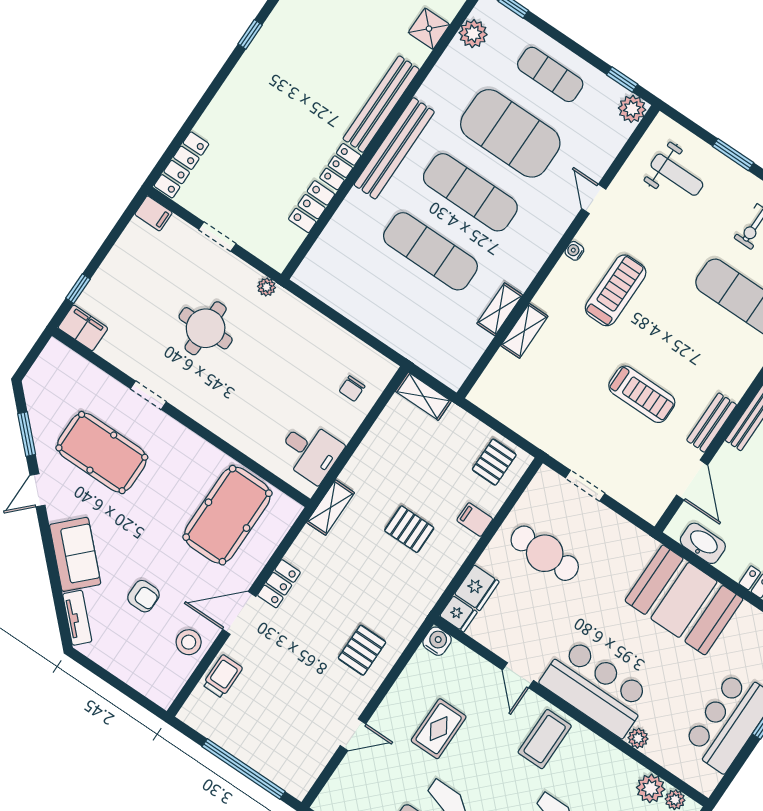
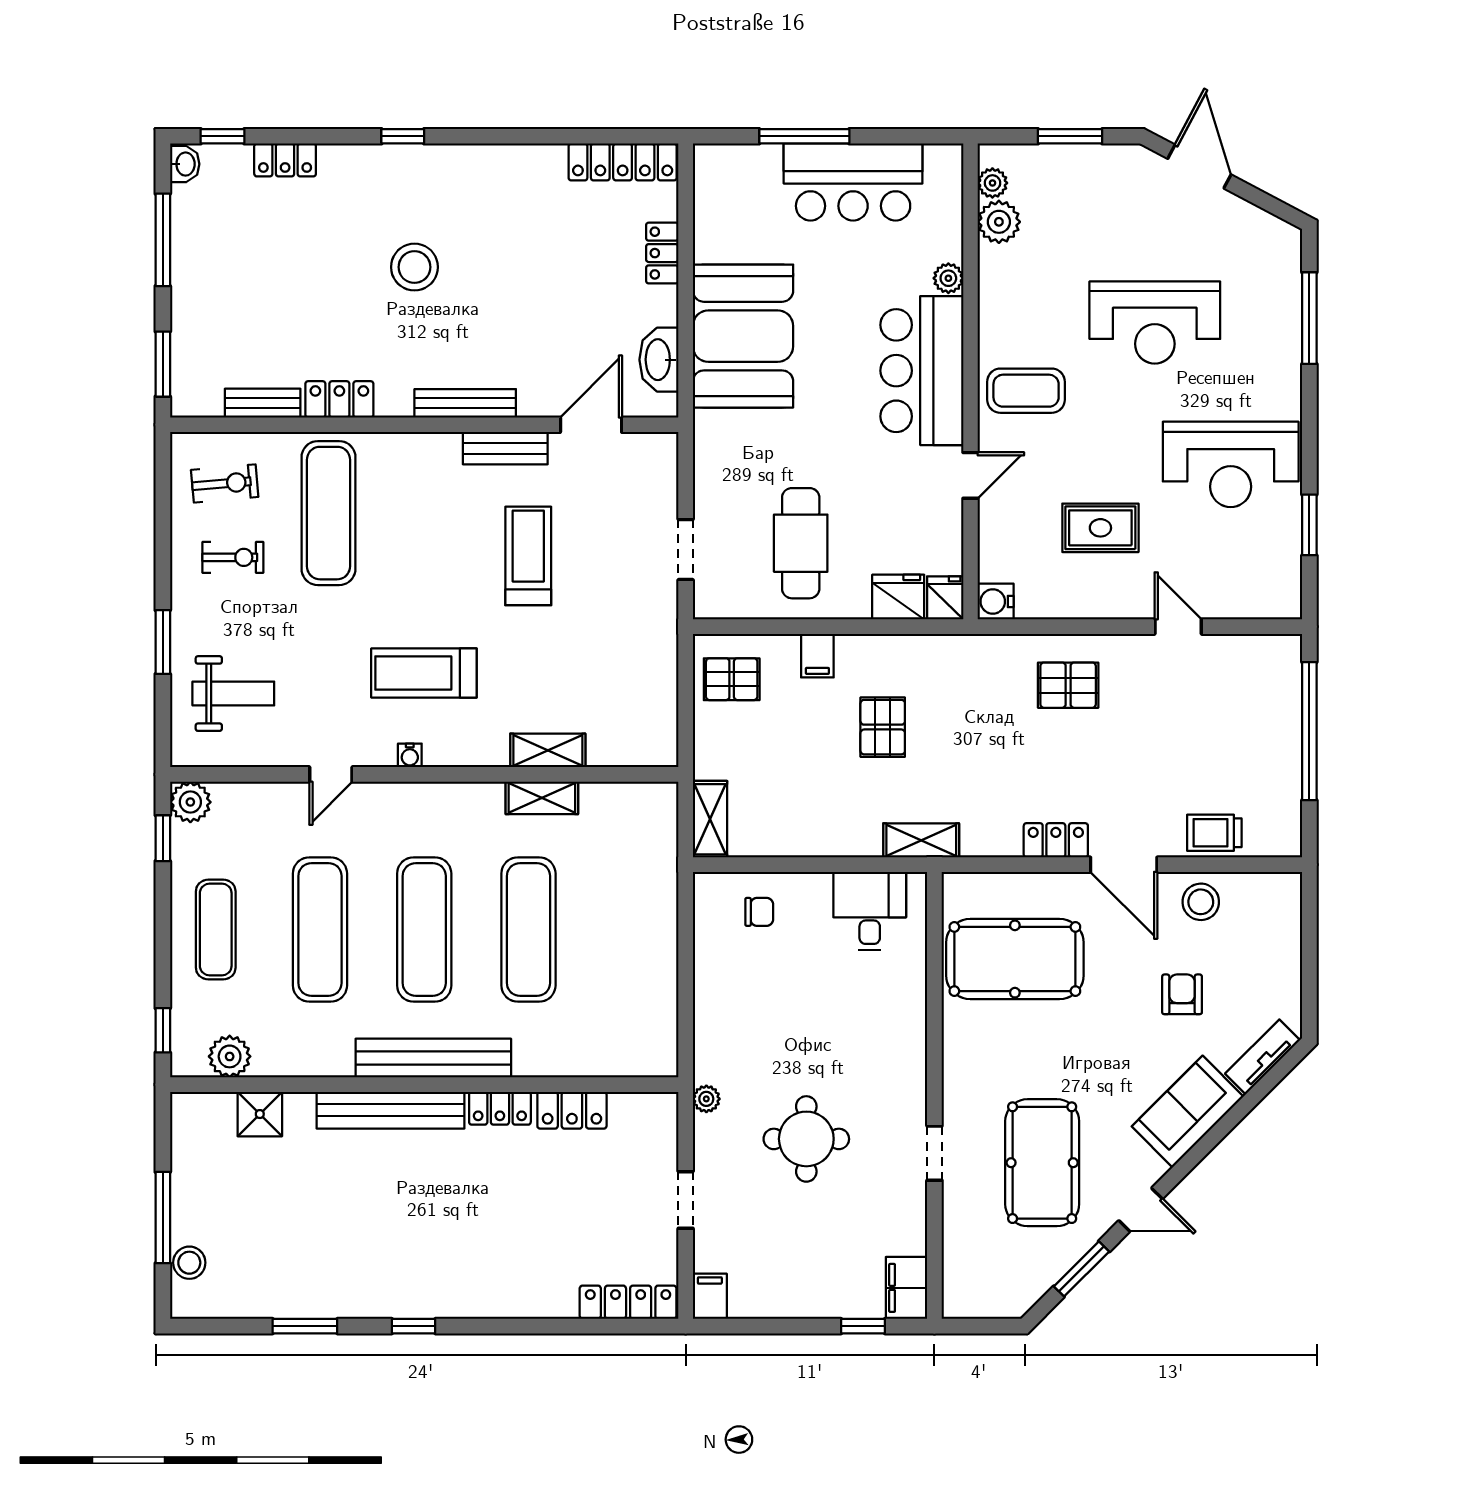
exercise mat: (510, 133) -> (320, 930), width x0.68
weight bench: (677, 175) -> (233, 694), turned 90

